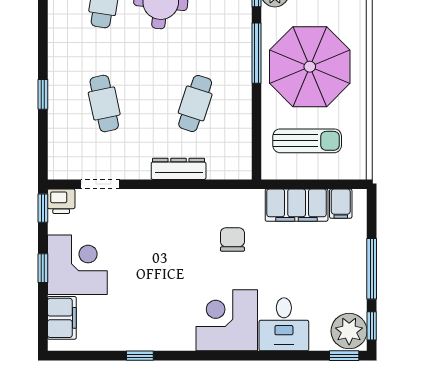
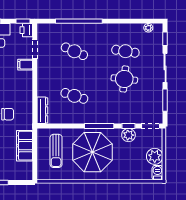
window: (43, 94) -> (79, 21), width x3.17
cafe table: (104, 103) -> (74, 51), turned 36
dresser: (179, 169) -> (42, 110), moved
filing cabinet: (341, 204) -> (25, 65), moved

